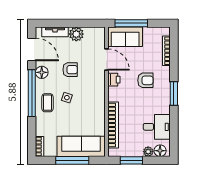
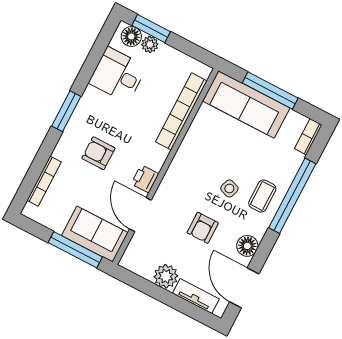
armchair: (70, 70) -> (203, 228), turned -90
window: (32, 93) -> (292, 196), moved
window: (131, 160) -> (151, 29), moved

